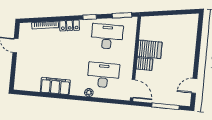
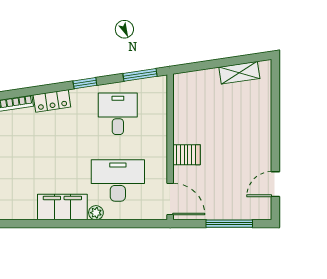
shelving: (179, 19) -> (239, 73), added
desk: (107, 37) -> (118, 114), width x0.73
server rack: (150, 49) -> (193, 129), removed
filing cabinet: (55, 86) -> (62, 207), moved

